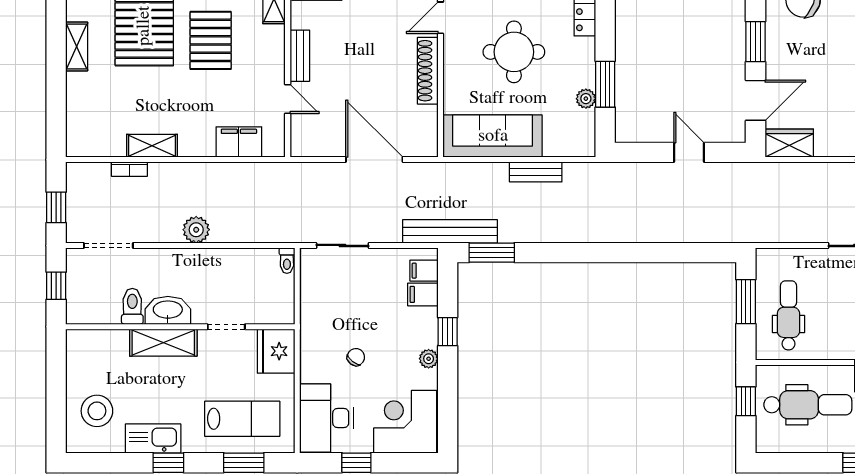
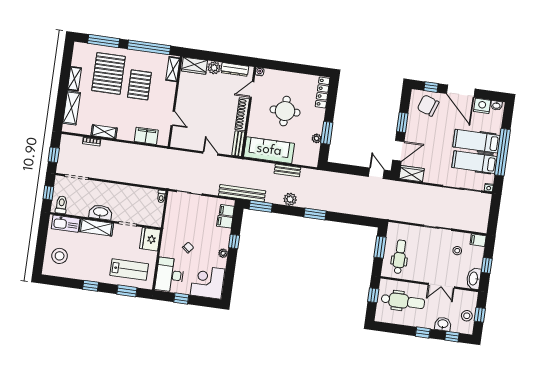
bench: (300, 56) -> (238, 144), moved
shelving: (79, 106) -> (72, 108), added
door: (689, 152) -> (376, 173), moved
door: (374, 160) -> (210, 153), width x0.53
plant: (196, 230) -> (290, 199), moved
window: (604, 253) -> (315, 214), added
toilet: (132, 306) -> (61, 205), moved
kitchen sink: (153, 439) -> (66, 224), moved, turned 180

